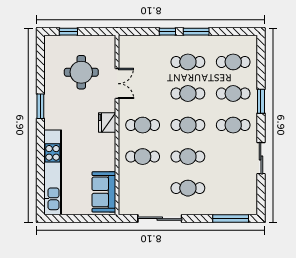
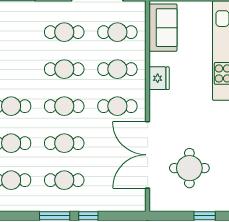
double door: (117, 84) -> (148, 155), width x1.87
fridge: (107, 122) -> (159, 78), moved
cafe table: (143, 188) -> (117, 32), added

